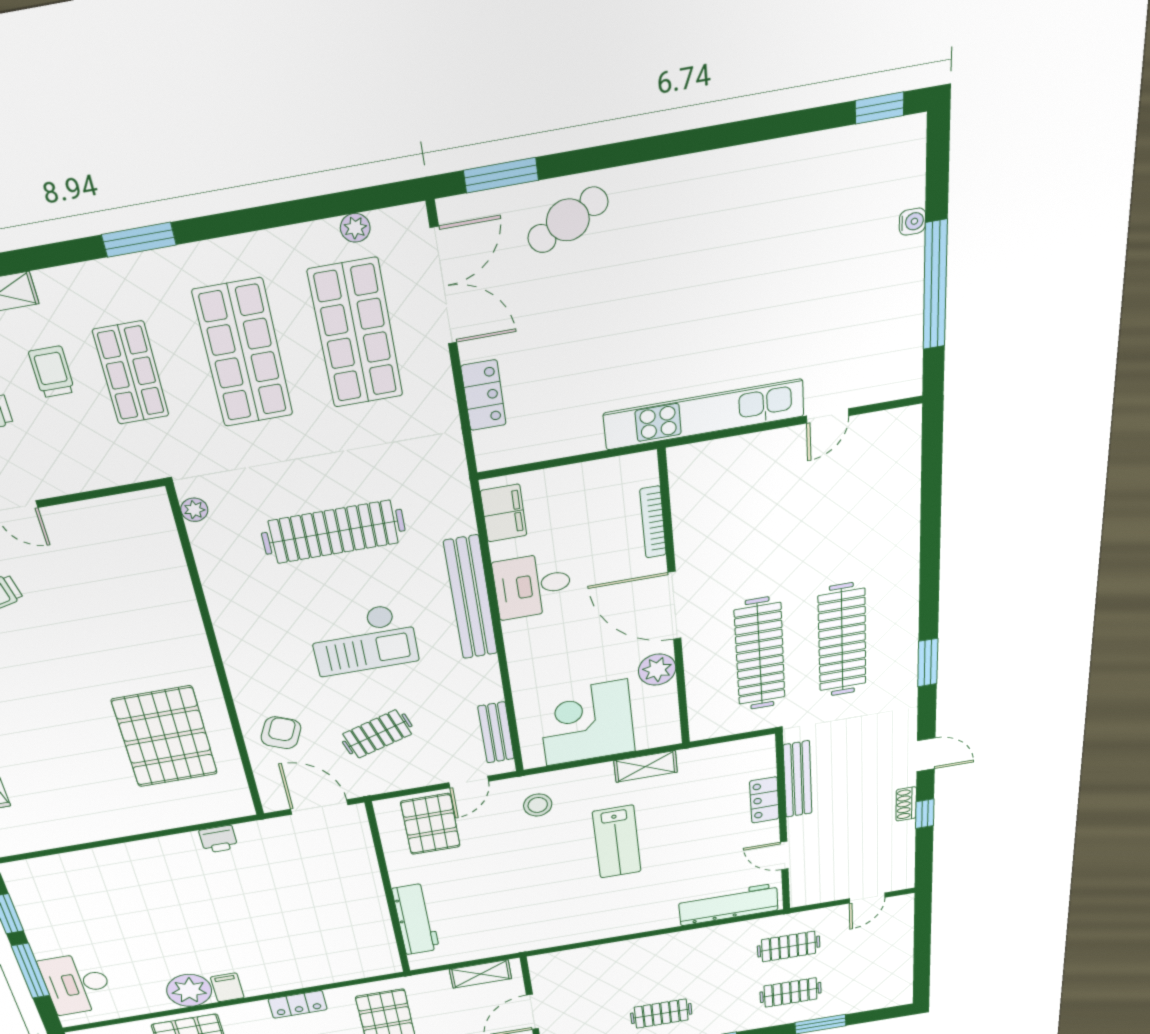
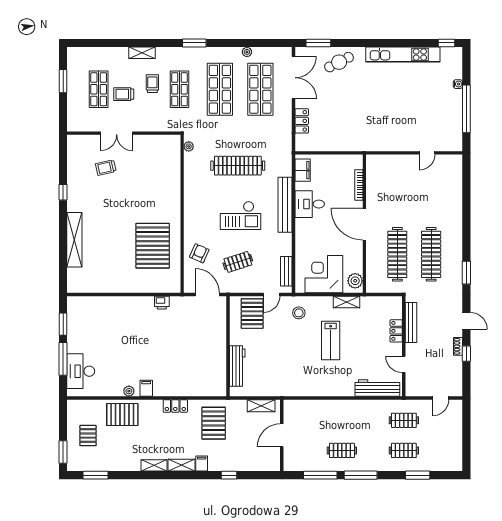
plant: (355, 228) -> (247, 52), moved
kitchen unit: (704, 415) -> (403, 55), moved, turned 180
plant: (657, 670) -> (355, 281), moved
plant: (189, 990) -> (129, 391), width x0.53, depth x0.53

